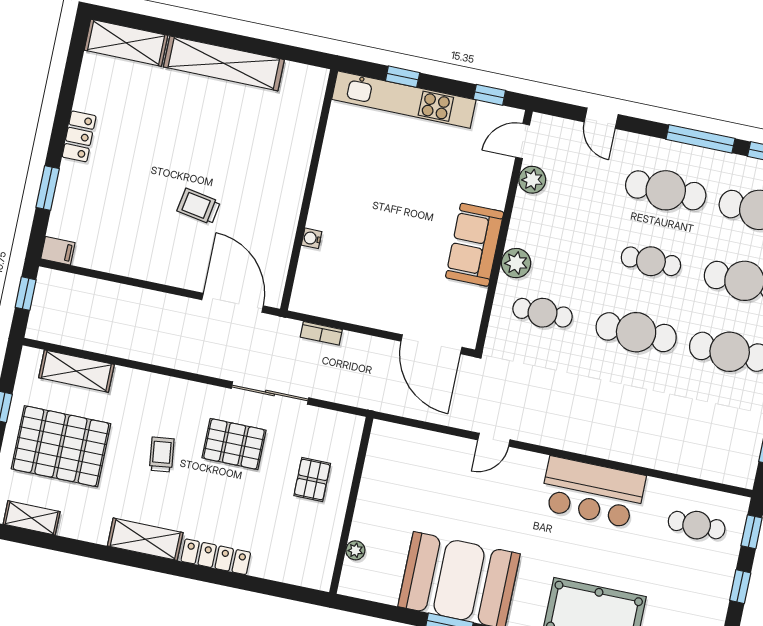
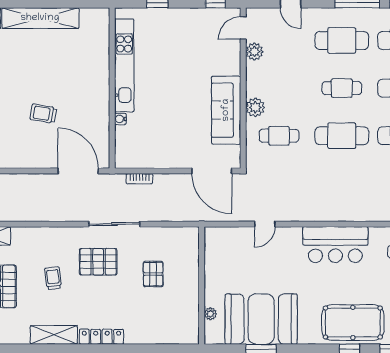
kitchen unit: (404, 100) -> (124, 65), moved, turned -90
sofa: (475, 245) -> (226, 110), width x1.36
wall: (351, 505) -> (202, 285), moved
plant: (355, 550) -> (210, 314), moved

